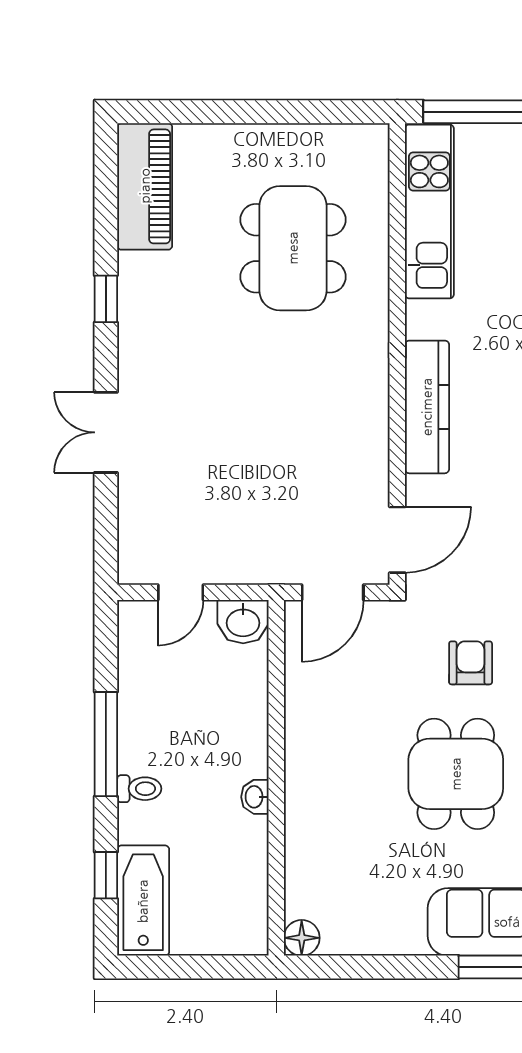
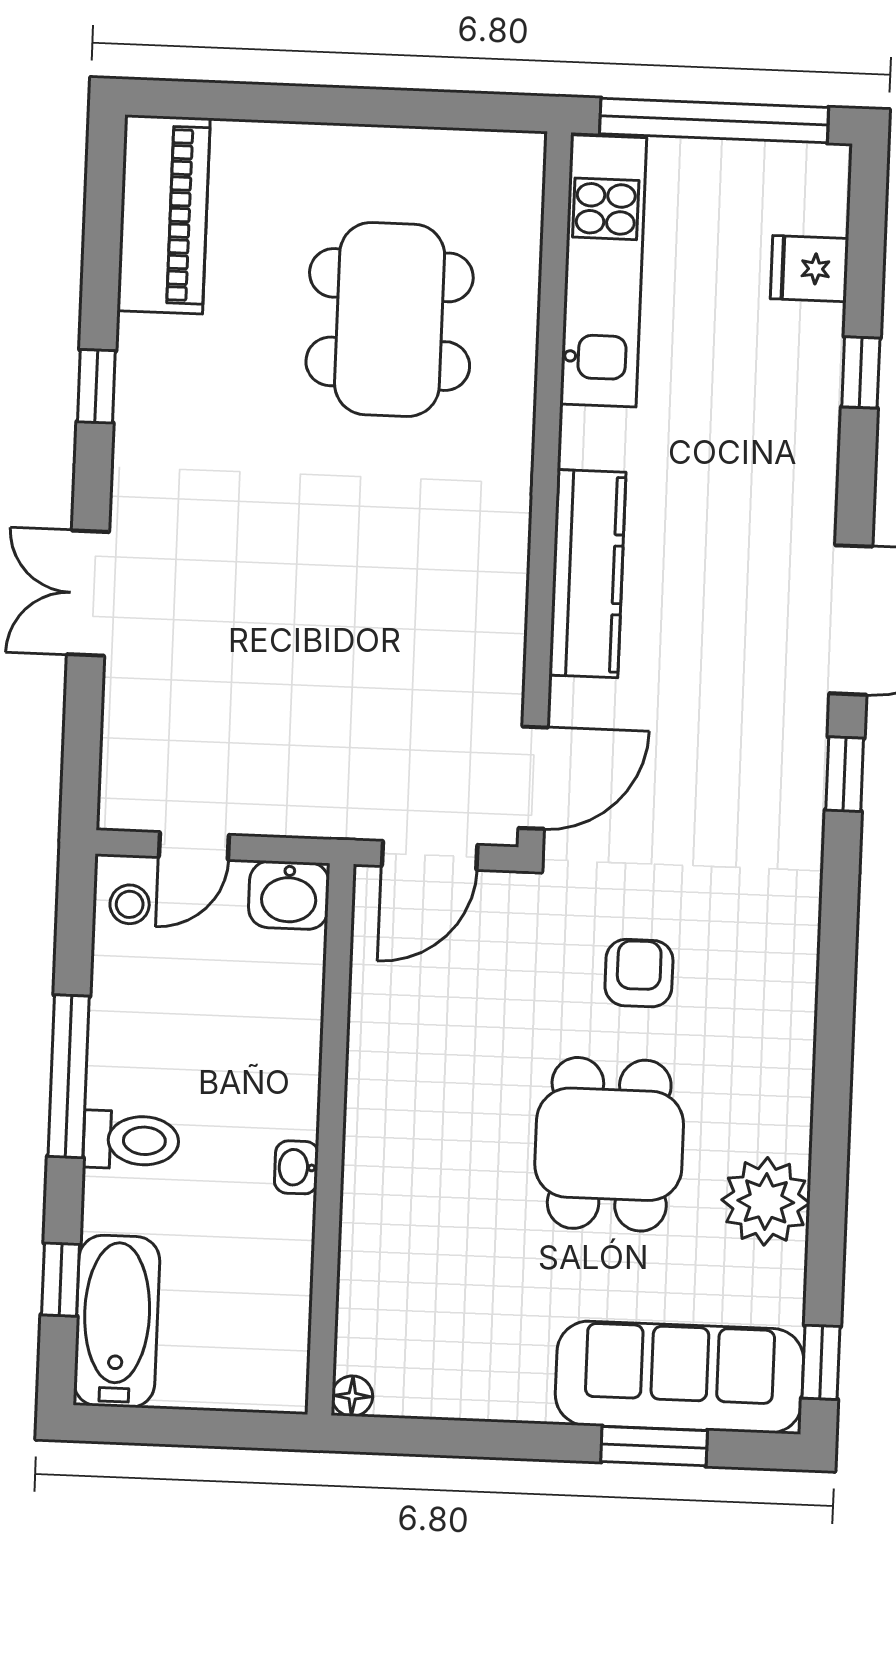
stool: (141, 632) -> (130, 904), added
toilet: (139, 789) -> (131, 1140), width x1.37, depth x1.39
floor lamp: (302, 938) -> (352, 1396), width x0.73, depth x0.73

